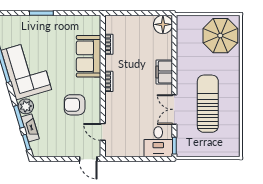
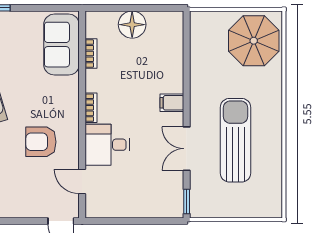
floor lamp: (163, 24) -> (132, 25), moved
sofa: (89, 56) -> (61, 45), moved
filing cabinet: (164, 72) -> (172, 103), width x0.50
desk: (158, 142) -> (107, 145), moved, turned 90

